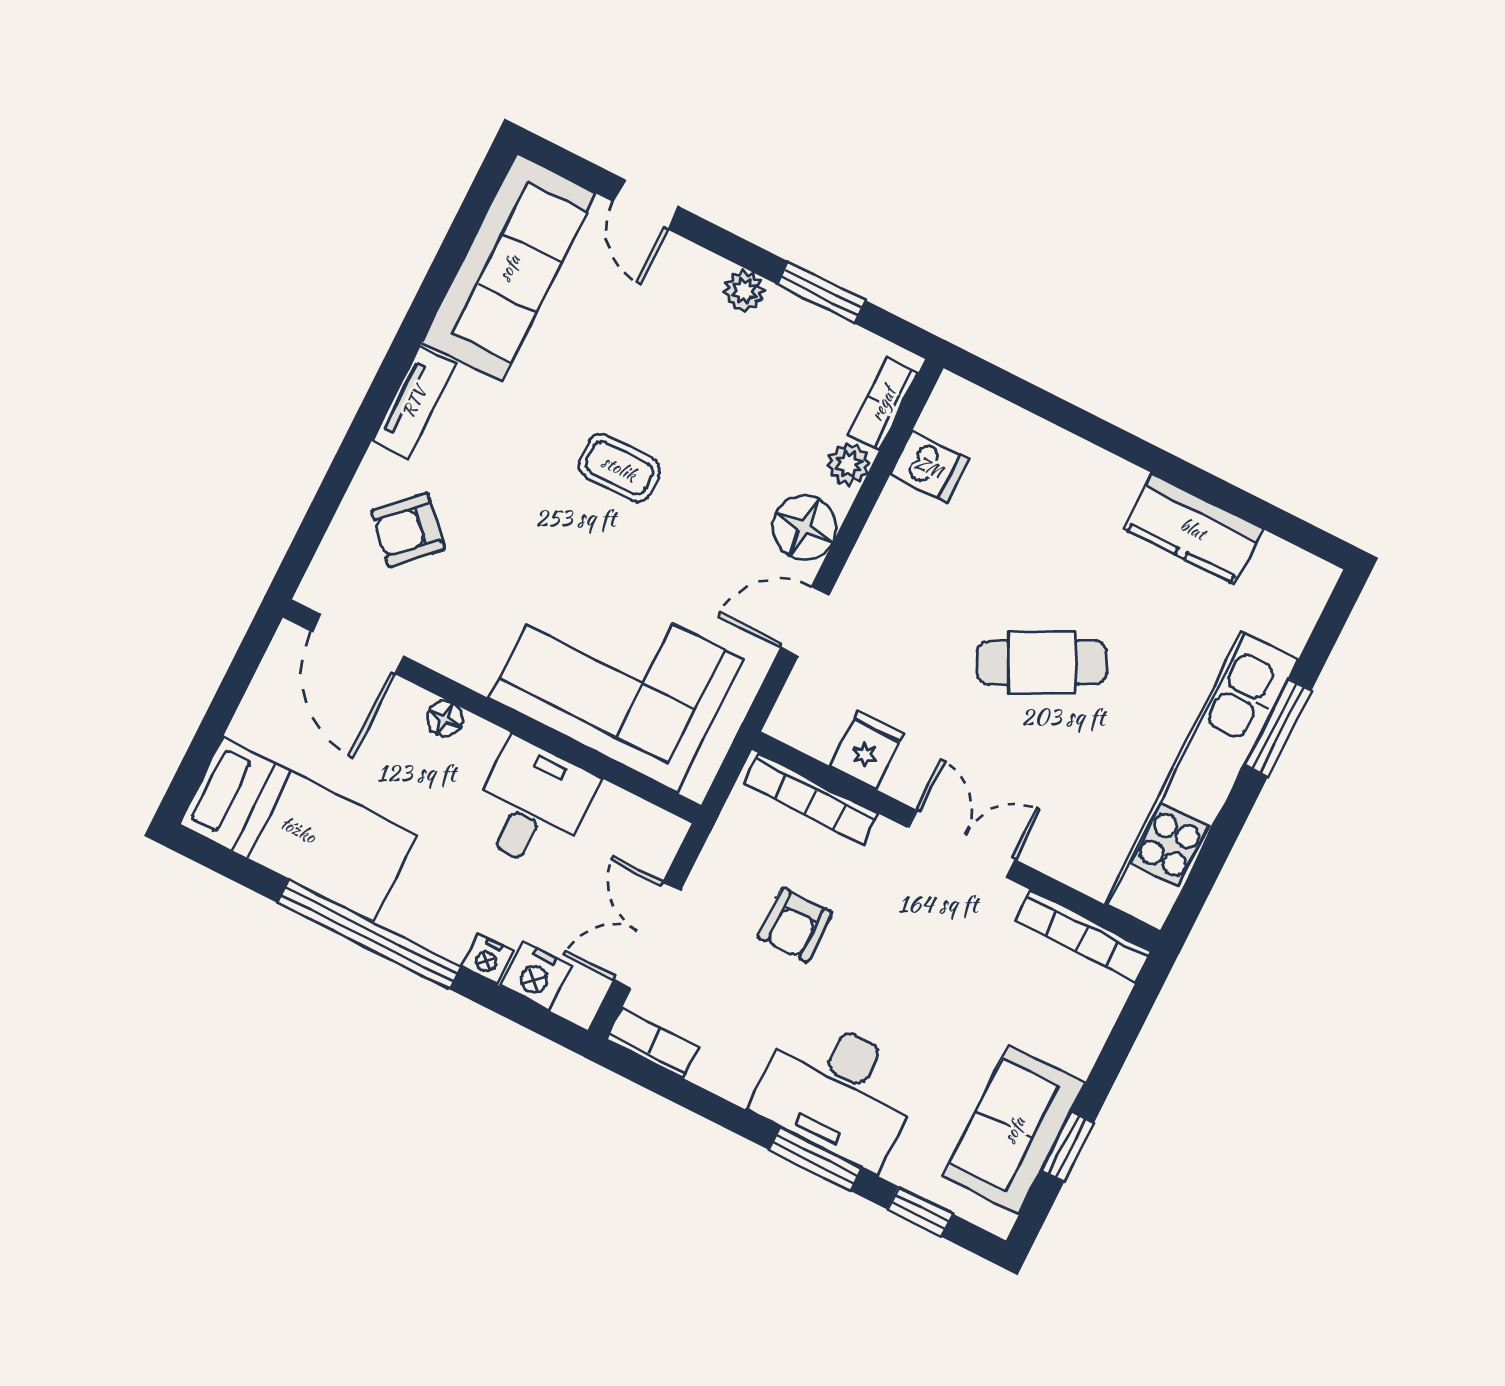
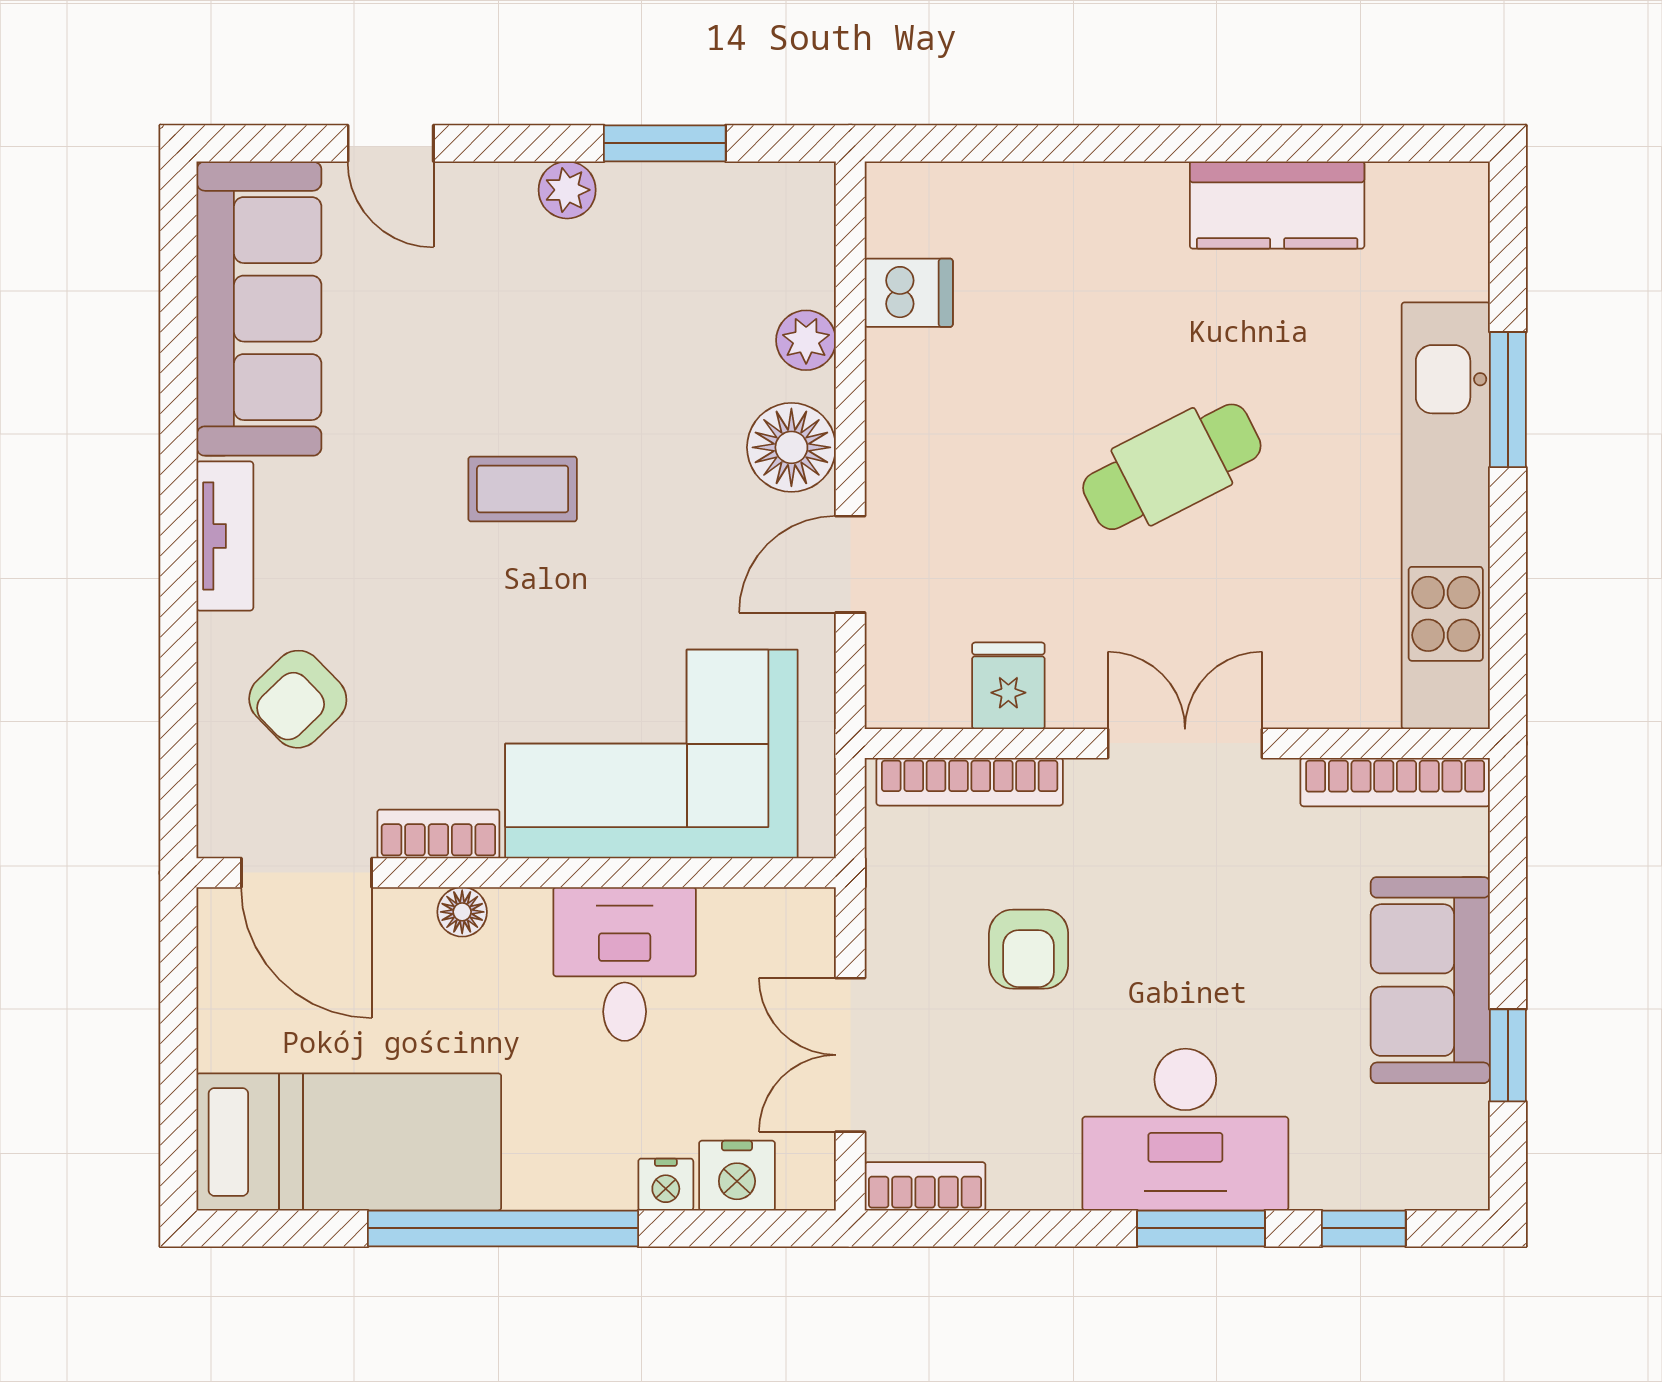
bookcase: (883, 404) -> (438, 834), moved, turned 90
sofa: (1014, 1130) -> (1430, 980), moved

